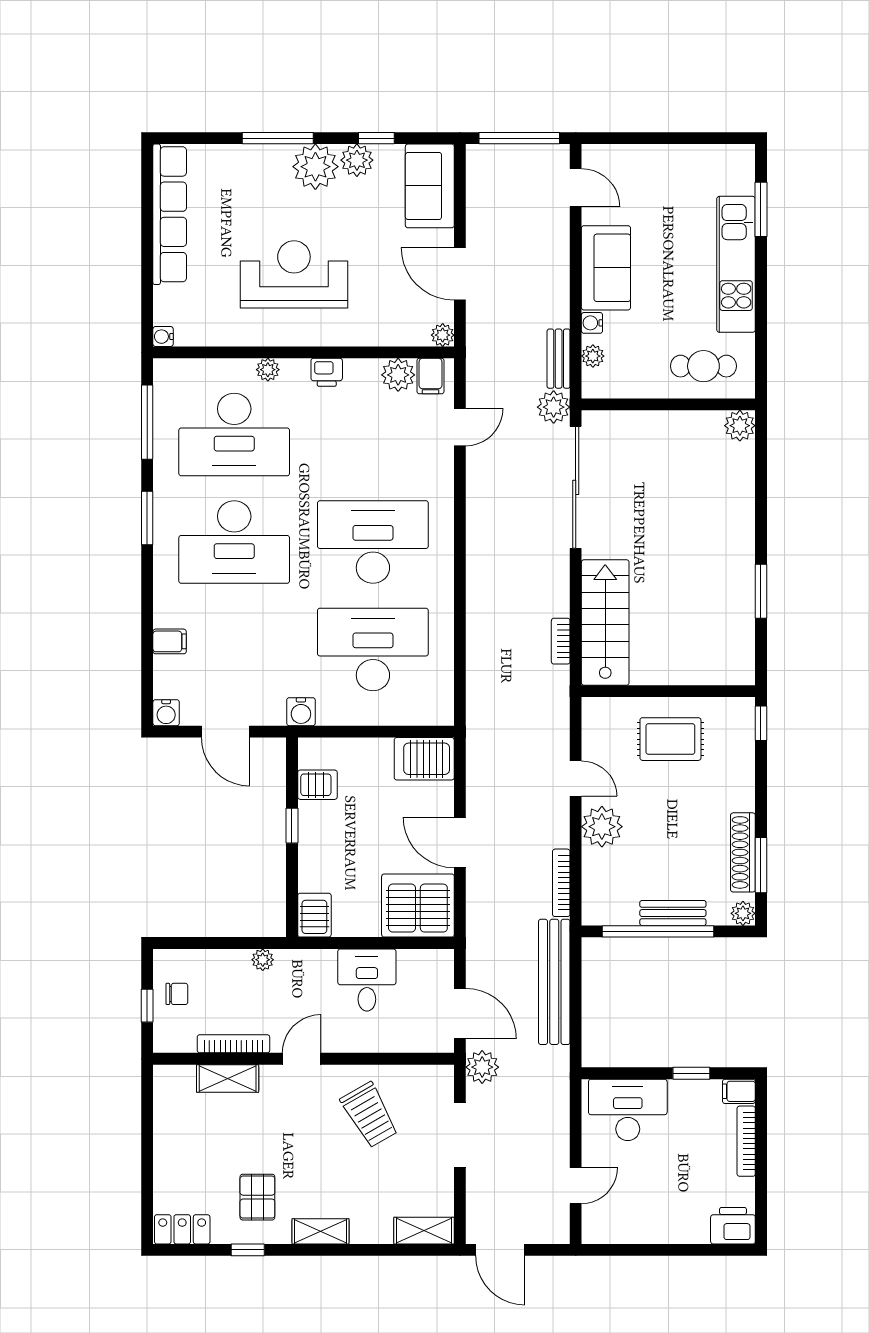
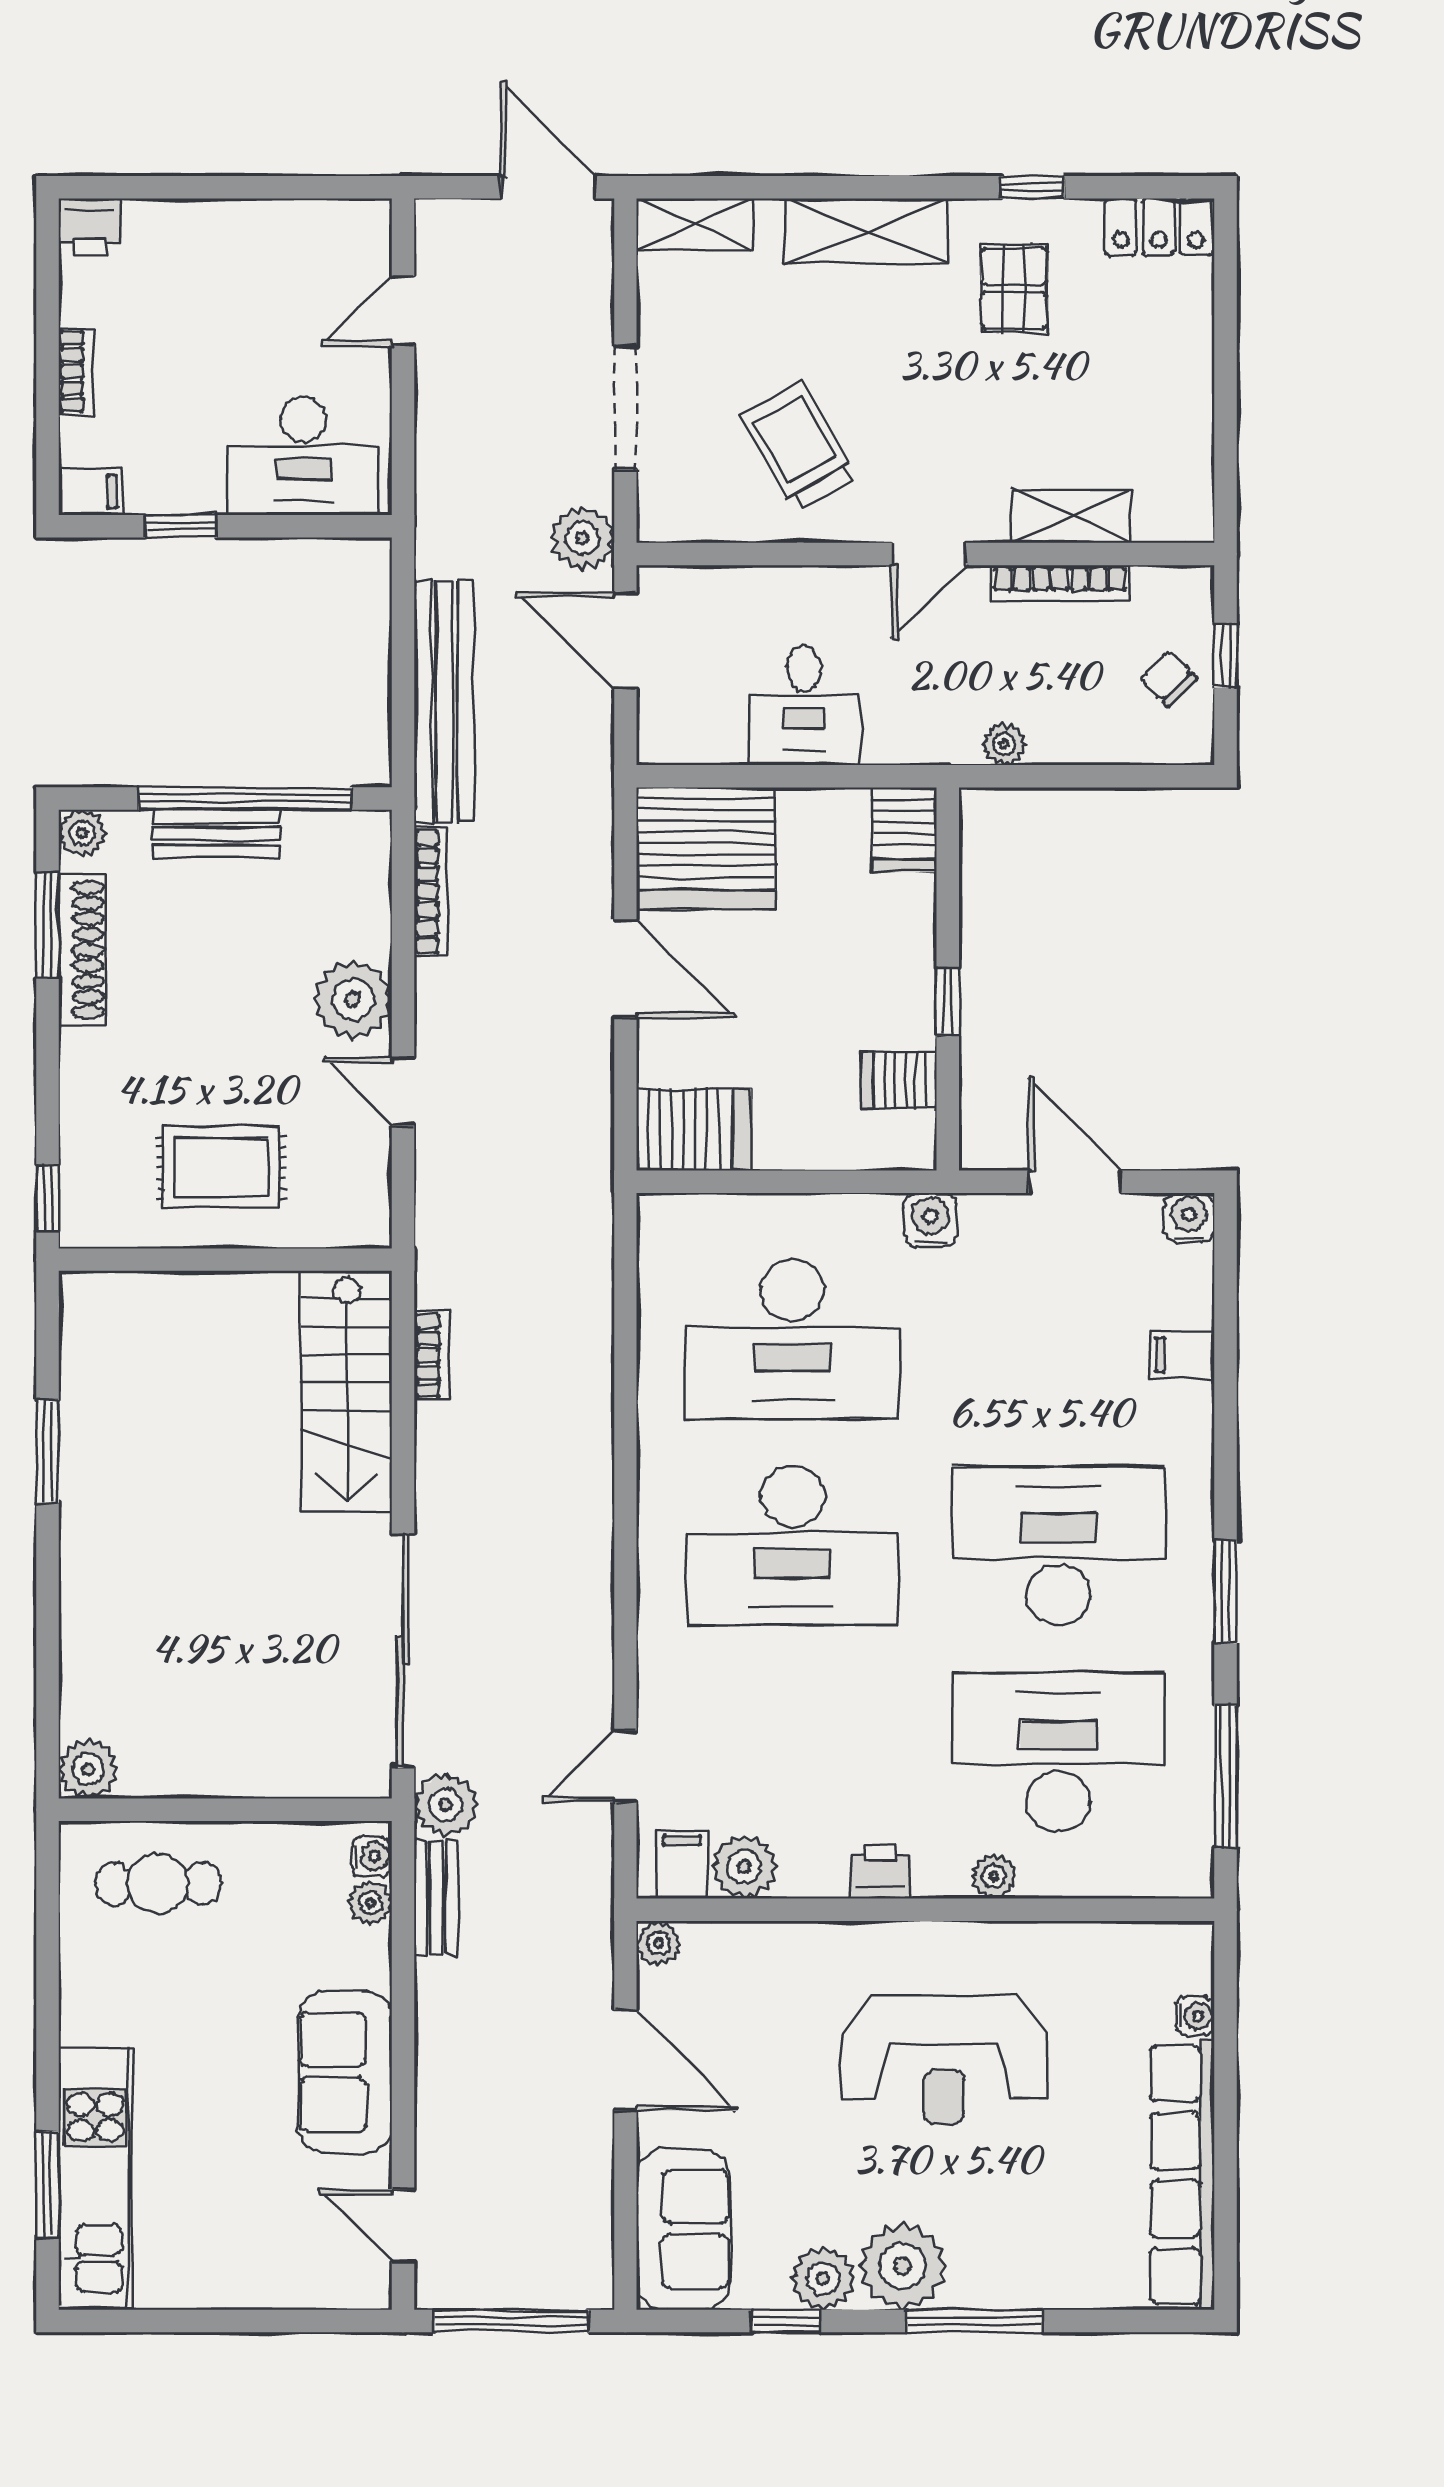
kitchen unit: (736, 264) -> (95, 2177), moved
water cooler: (592, 323) -> (372, 1856), moved
water cooler: (163, 337) -> (1195, 2016), moved
chair: (177, 994) -> (1169, 678), turned 46
bookcase: (746, 1141) -> (76, 372), width x0.64
printer: (733, 1226) -> (90, 227), width x0.73, depth x0.81
shelving: (321, 1231) -> (866, 231), width x1.50, depth x1.33

